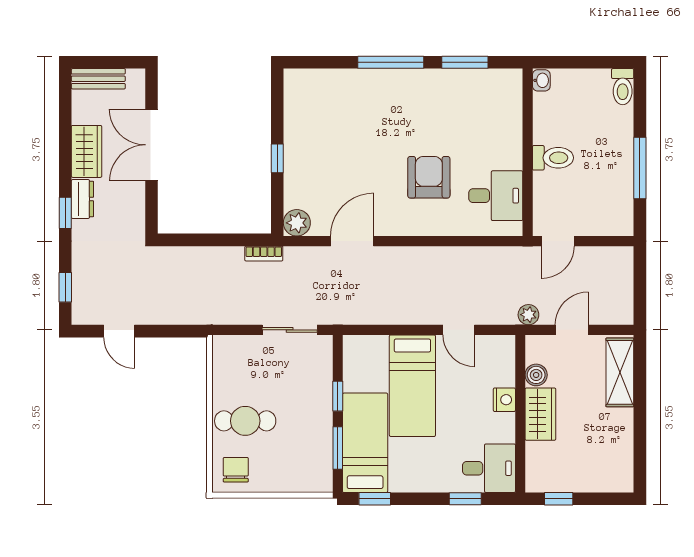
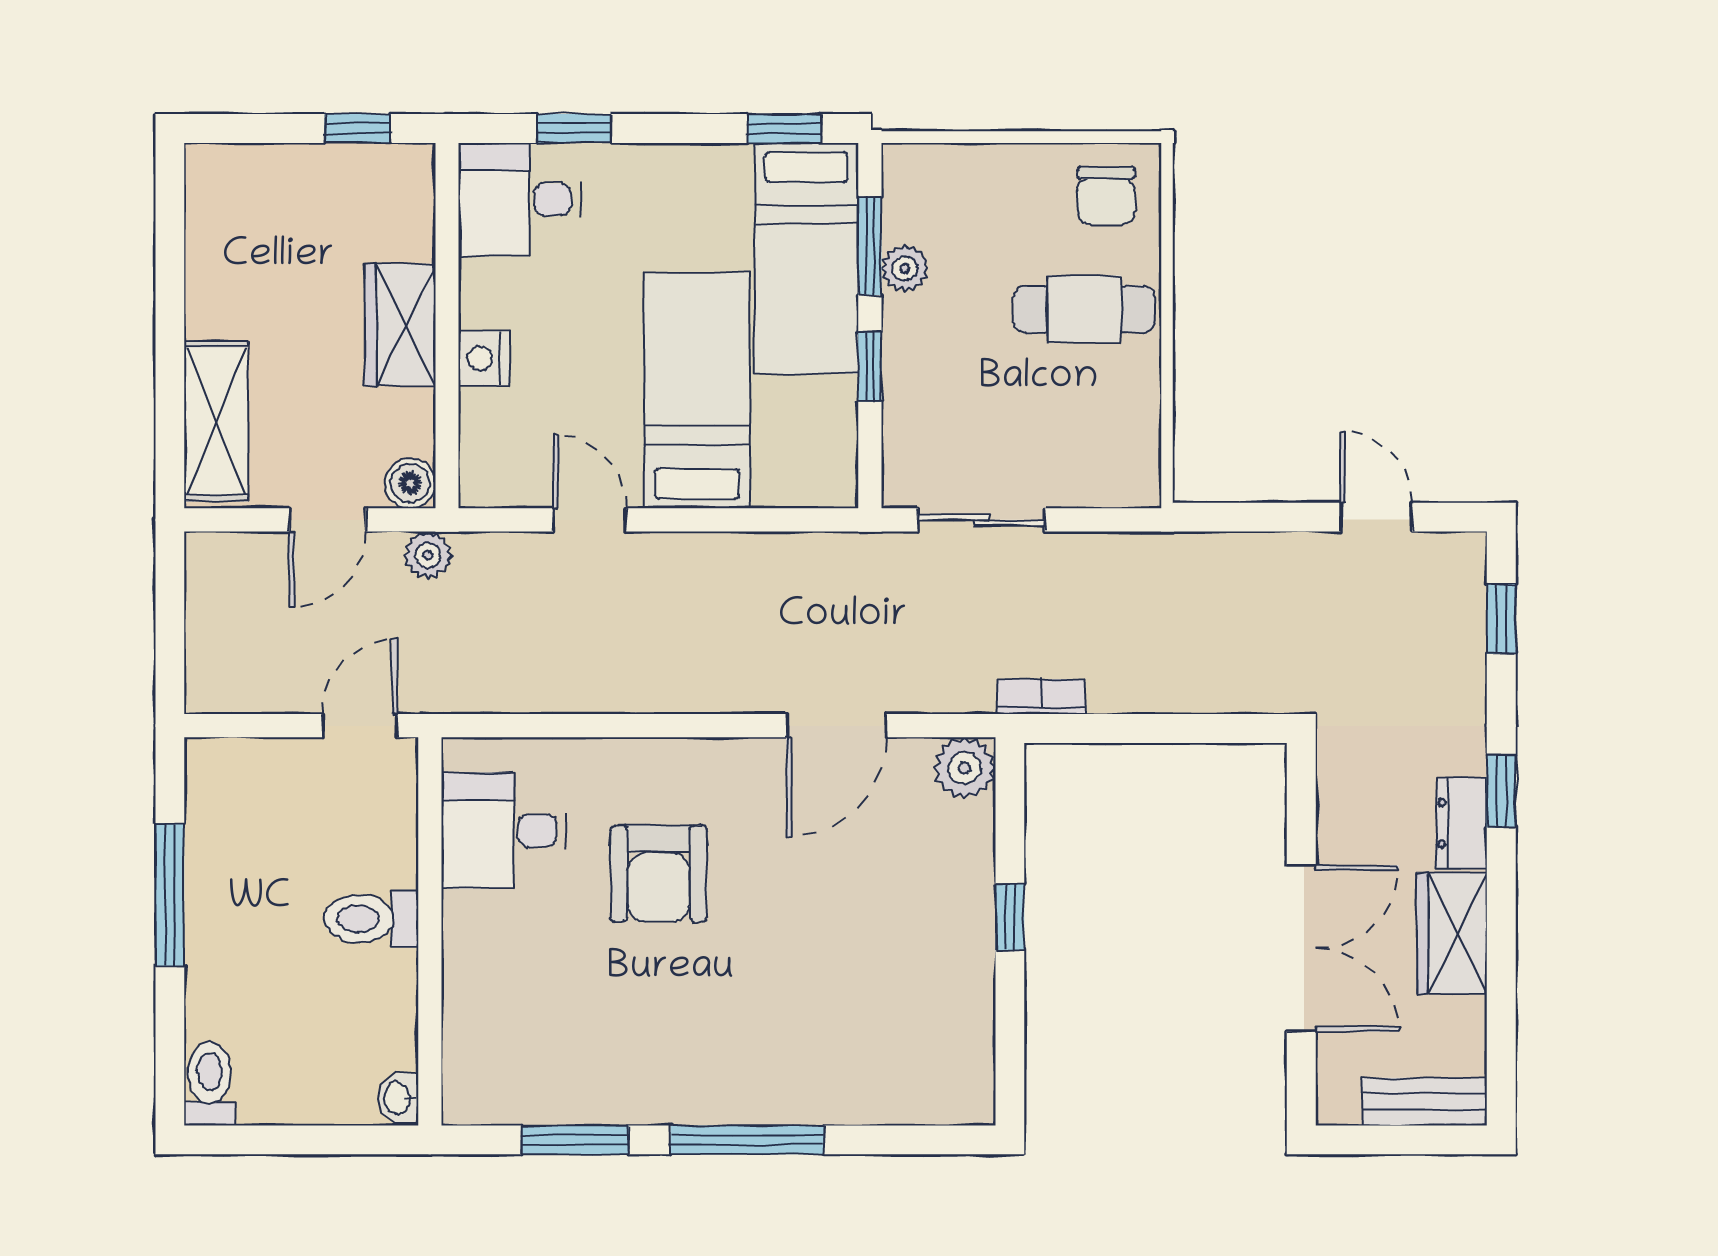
boiler: (536, 375) -> (410, 483), moved
plant: (323, 438) -> (905, 268), added

